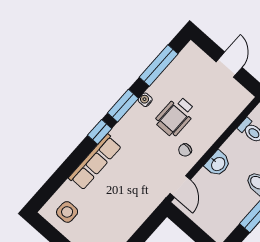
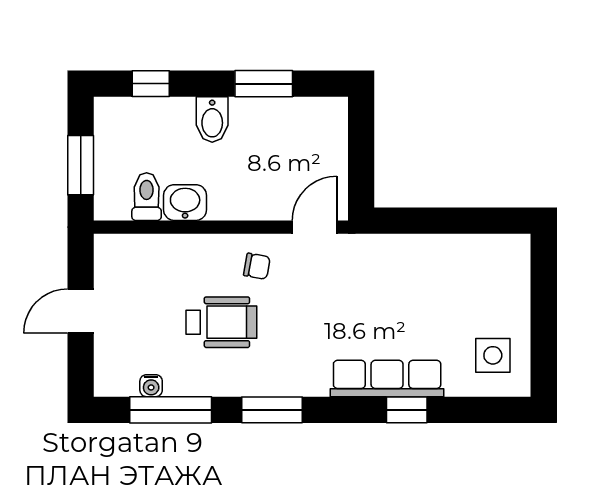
water cooler: (145, 100) -> (151, 386), moved
window: (100, 132) -> (407, 410), moved
washbasin: (218, 164) -> (185, 203), moved

